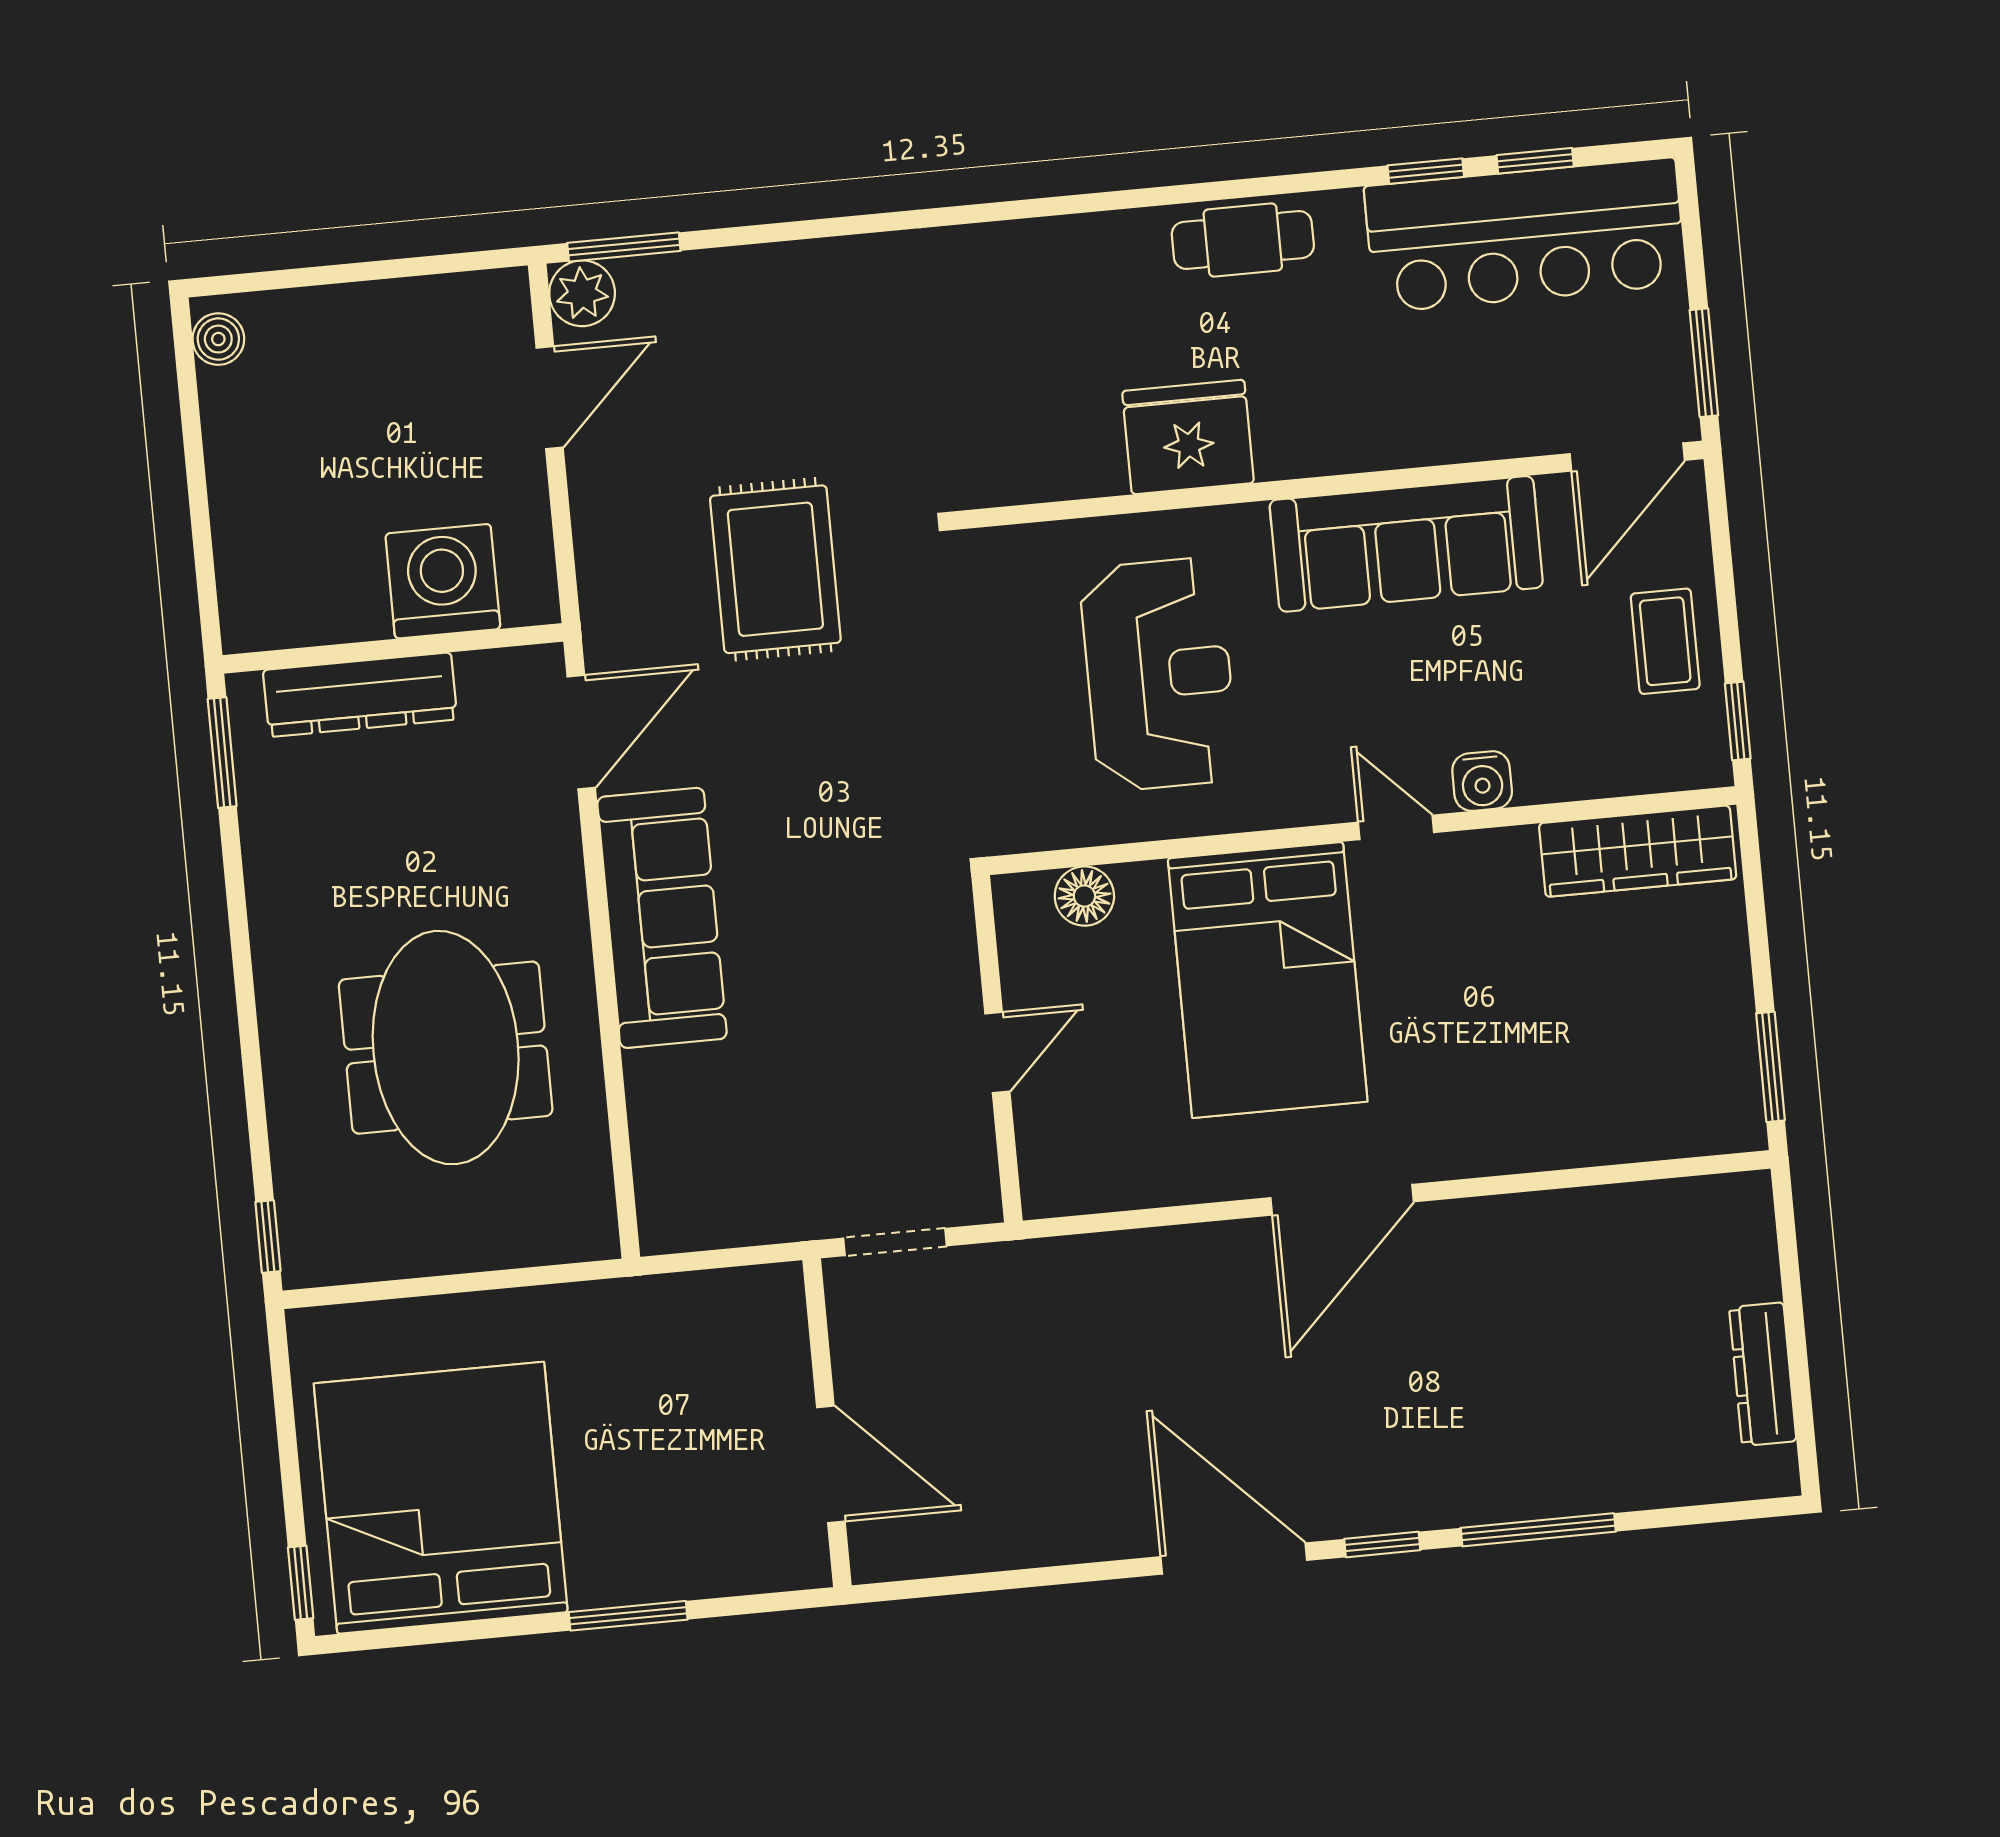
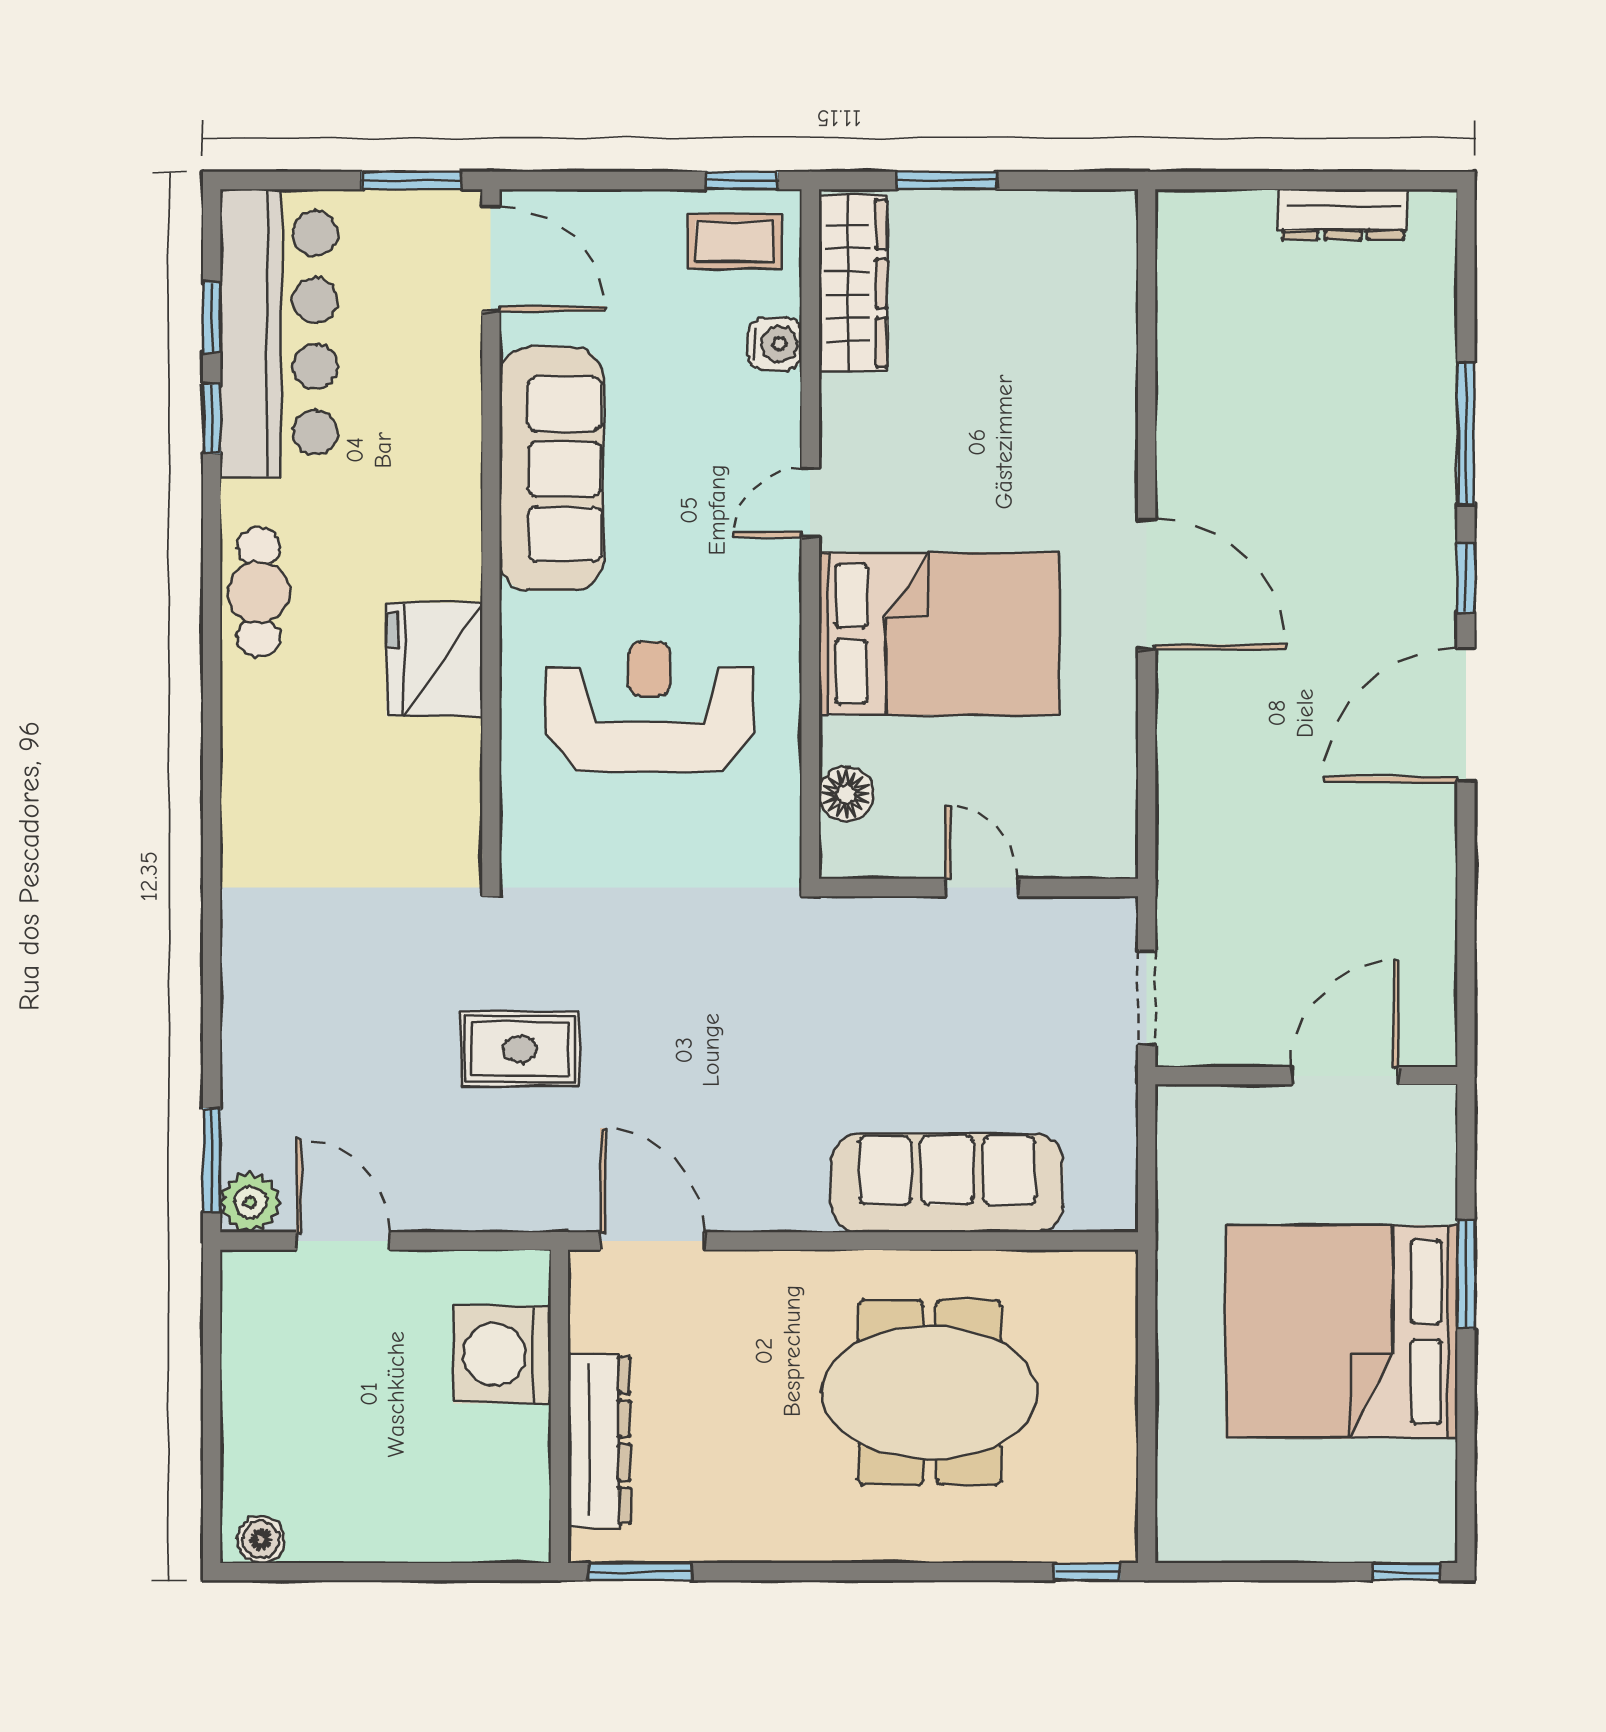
rug: (775, 569) -> (520, 1049), width x0.73, depth x0.70
coffee table: (1665, 641) -> (734, 241), moved
water cooler: (1482, 781) -> (775, 344), moved
sofa: (662, 918) -> (947, 1183), moved
window: (1770, 1067) -> (947, 180), moved
bed: (441, 1498) -> (1342, 1332), moved

